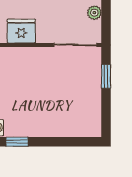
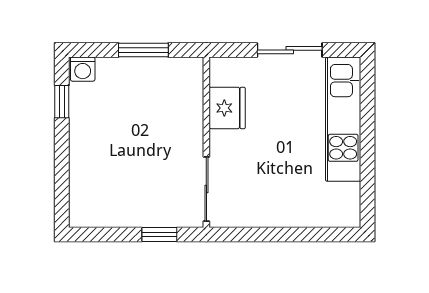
plant: (94, 13) -> (255, 217), removed

